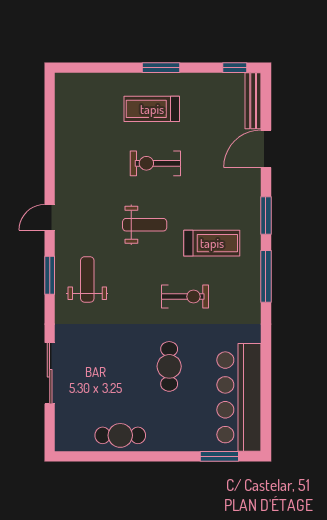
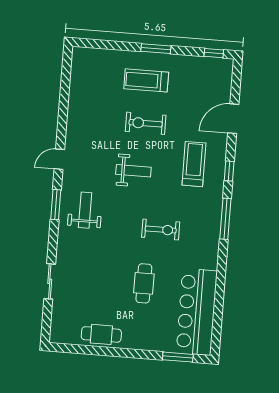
bench: (253, 101) -> (226, 80), removed
window: (266, 215) -> (229, 171), width x0.67
treadmill: (212, 243) -> (194, 164), moved, turned -90
sliding door: (50, 373) -> (50, 281), width x0.73

